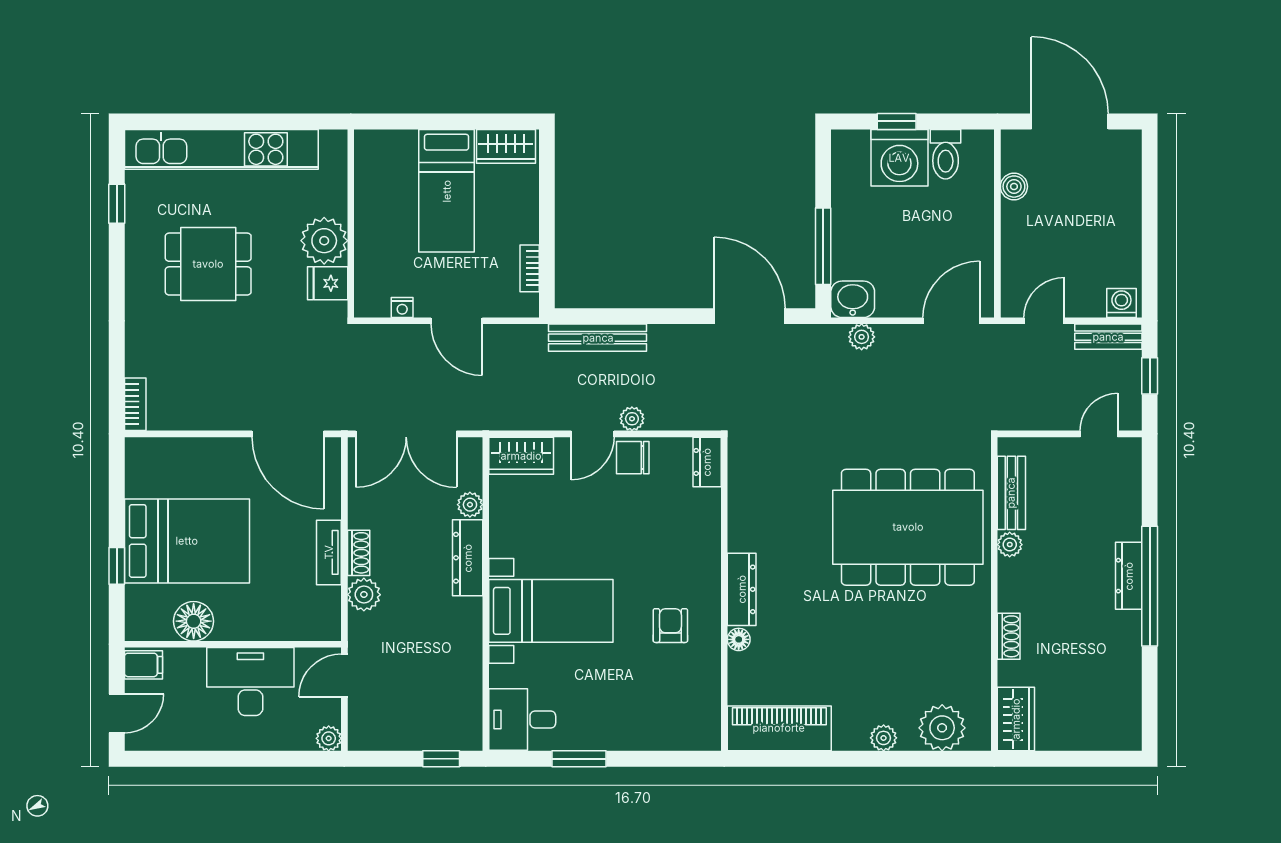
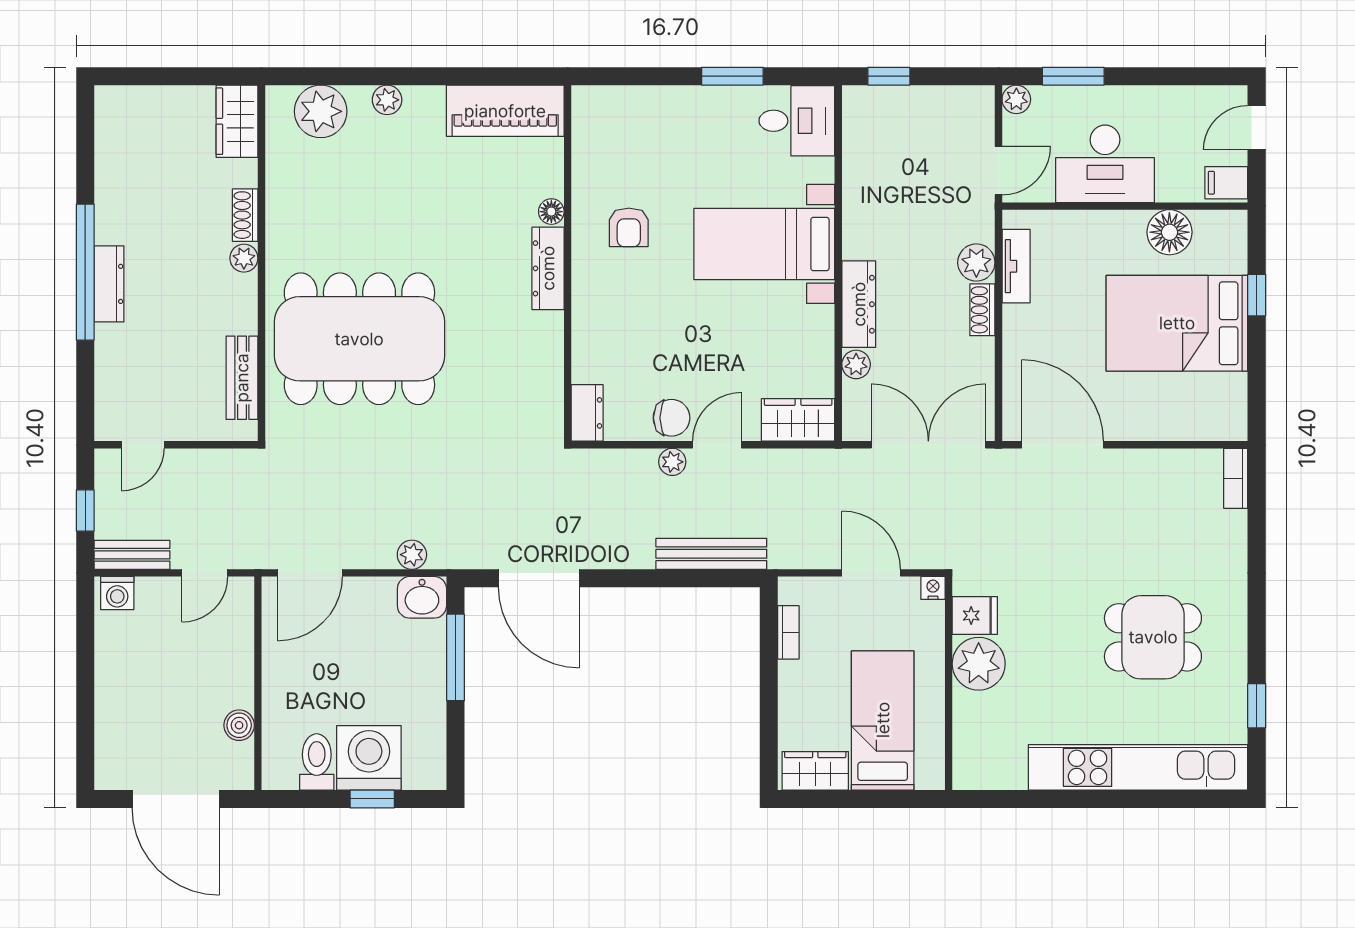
wall: (351, 224) -> (949, 683), moved
plant: (324, 241) -> (979, 664), moved
fridge: (328, 283) -> (975, 616), moved
plant: (1010, 545) -> (244, 258), moved
tv unit: (329, 552) -> (1016, 266), moved
window: (278, 759) -> (1073, 76), added

